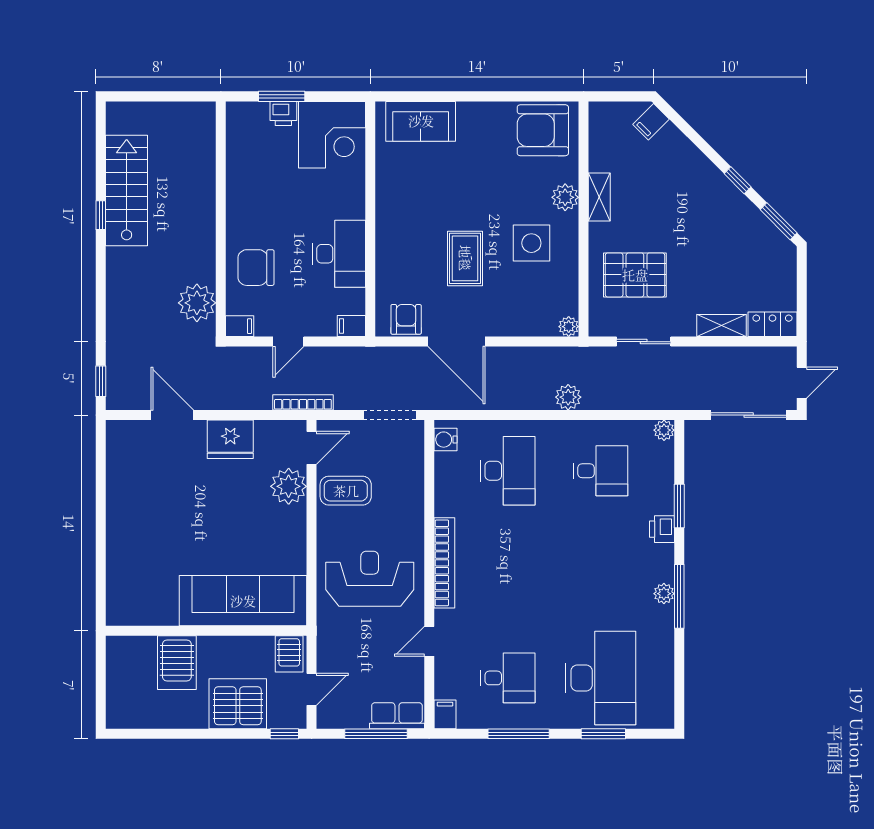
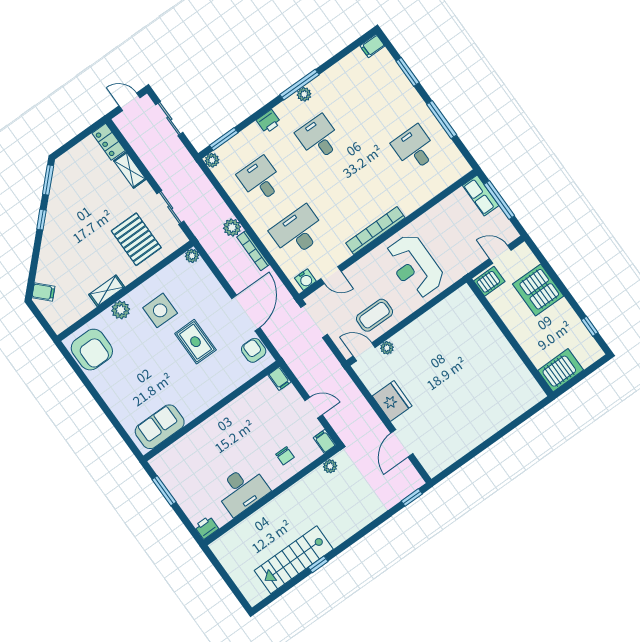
window: (282, 96) -> (164, 491), moved
printer: (283, 113) -> (206, 527), moved, turned -90
sofa: (421, 121) -> (160, 427), moved, turned -90
corner desk: (332, 135) -> (179, 467), removed
desk: (339, 254) -> (242, 490), moved, turned 180
rug: (465, 258) -> (195, 342), turned 90
chair: (256, 268) -> (285, 456), width x0.54, depth x0.54
plant: (197, 303) -> (330, 466), width x0.53, depth x0.53
armchair: (406, 319) -> (254, 350), turned 90
bookcase: (303, 402) -> (253, 251), moved
sliding door: (749, 415) -> (169, 119), width x0.73
plant: (289, 486) -> (387, 348), width x0.53, depth x0.53
coffee table: (346, 491) -> (374, 315), turned 90
window: (679, 506) -> (224, 139), moved
sofa: (243, 601) -> (478, 329), removed
door: (429, 641) -> (331, 275), moved
server rack: (177, 663) -> (561, 370), moved
desk: (601, 678) -> (319, 138), moved, width x0.53, depth x0.77
filing cabinet: (445, 714) -> (372, 46), moved
window: (284, 734) -> (590, 326), moved

